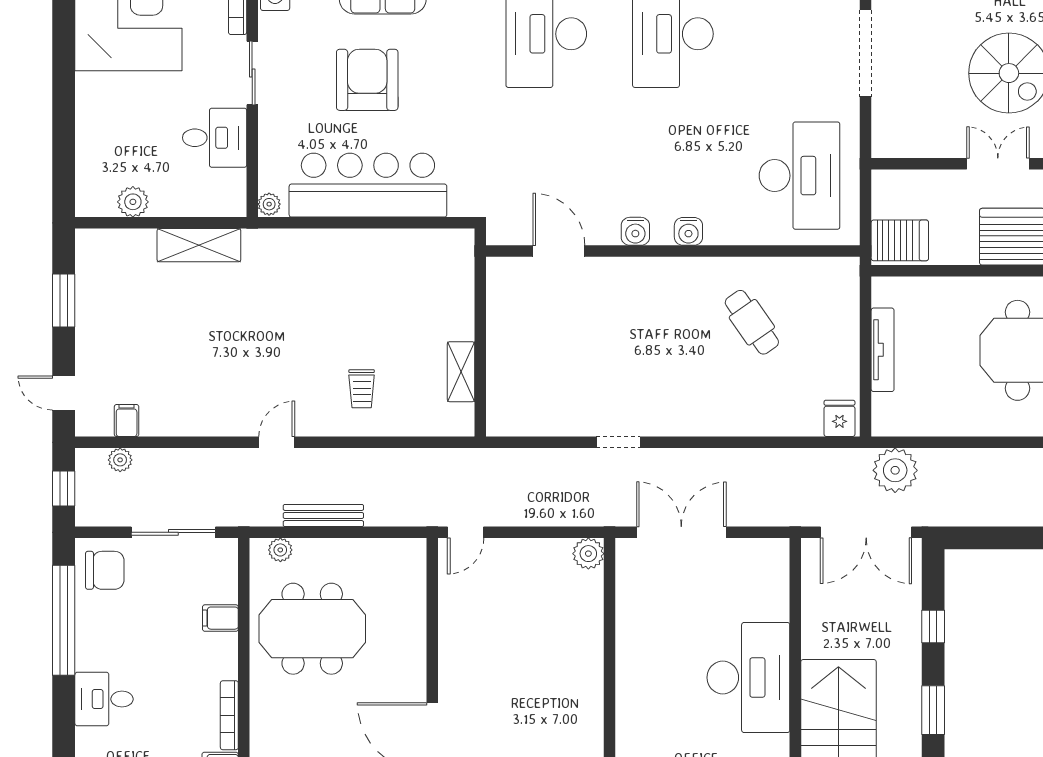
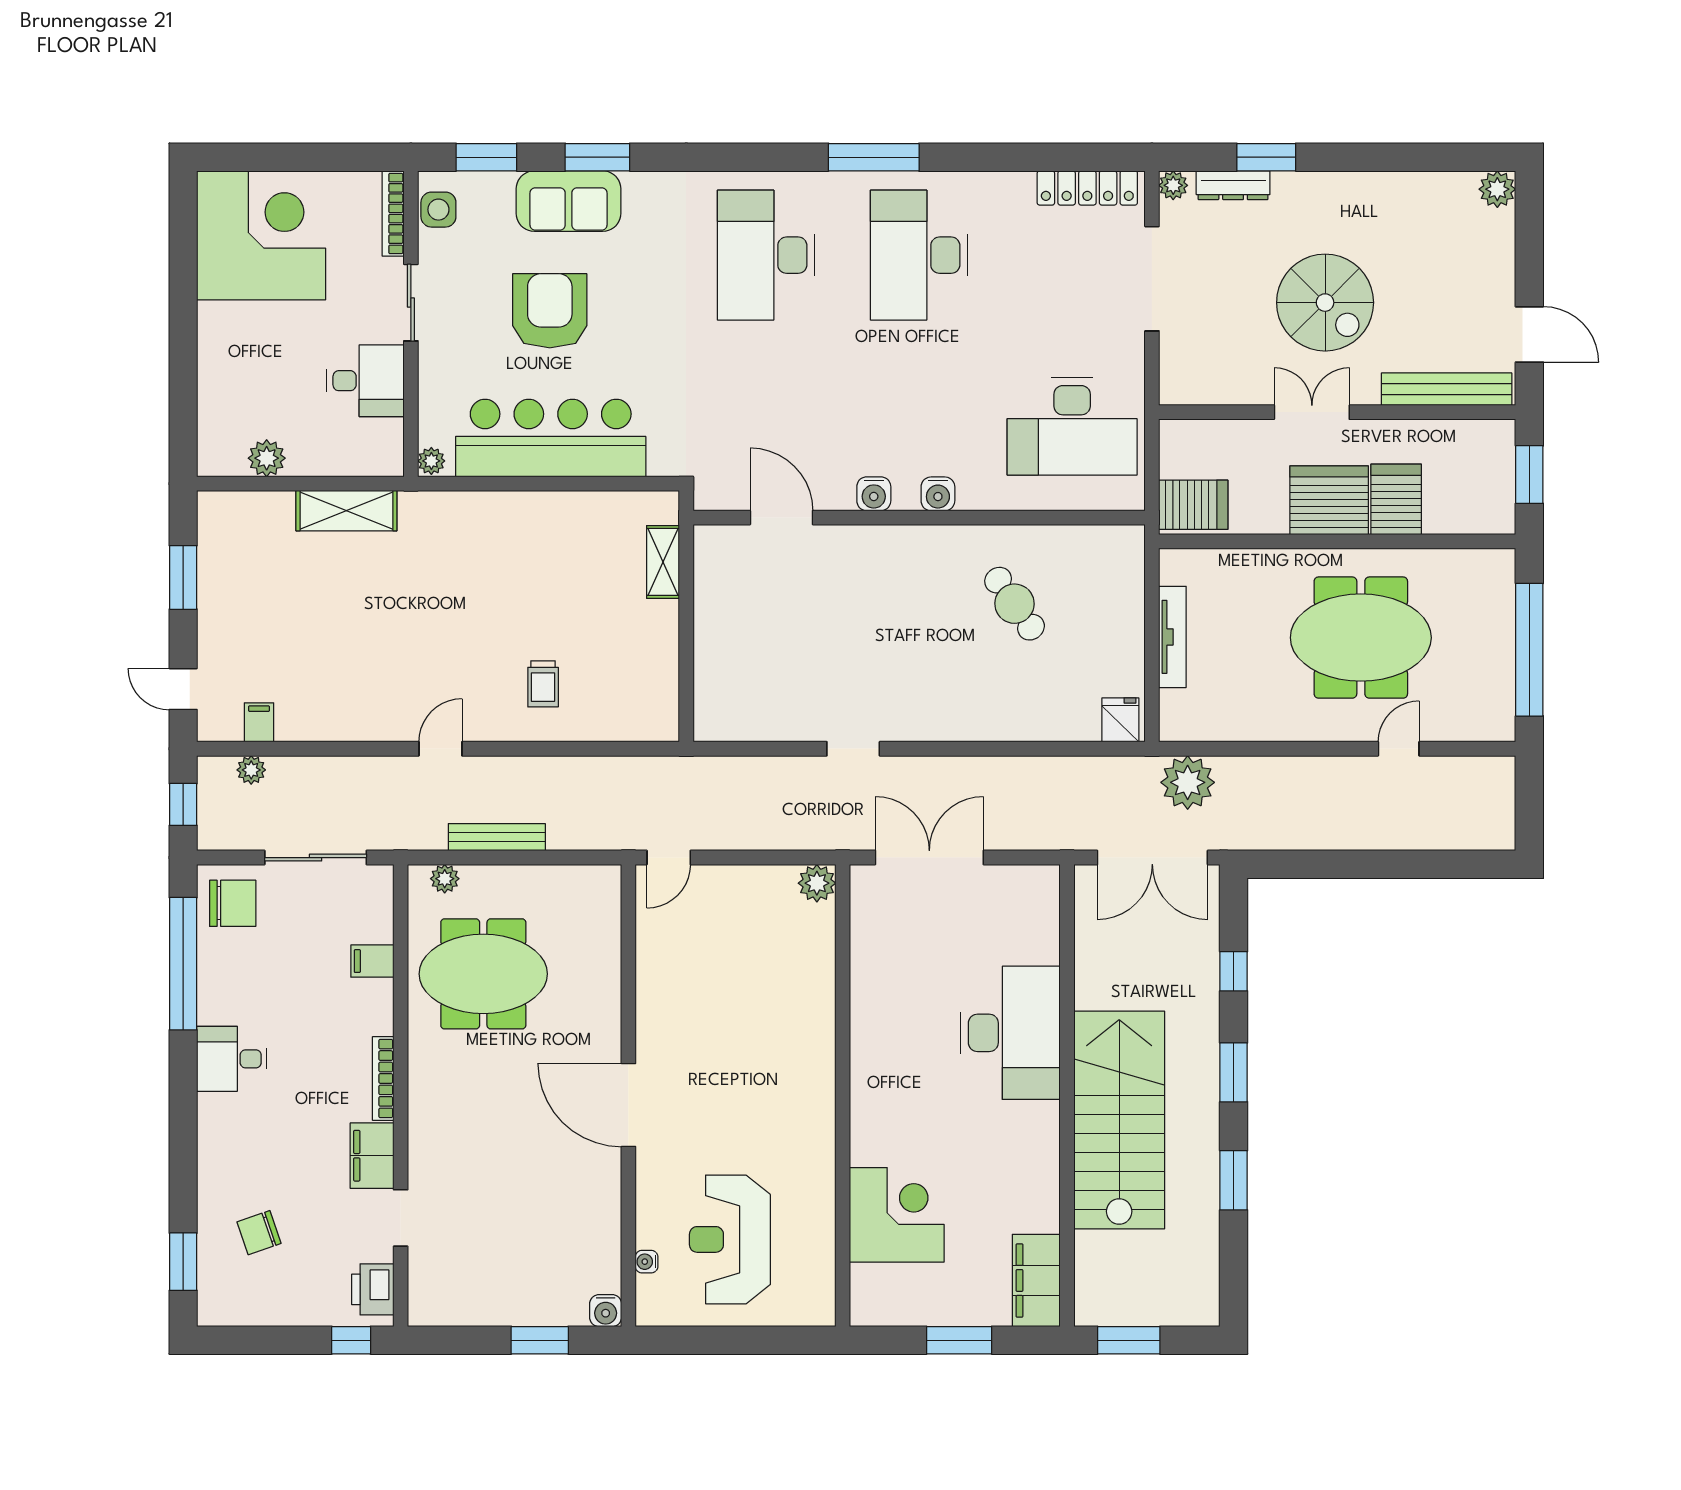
desk: (800, 176) -> (1072, 426), turned 90
shelving: (461, 372) -> (663, 562), moved

